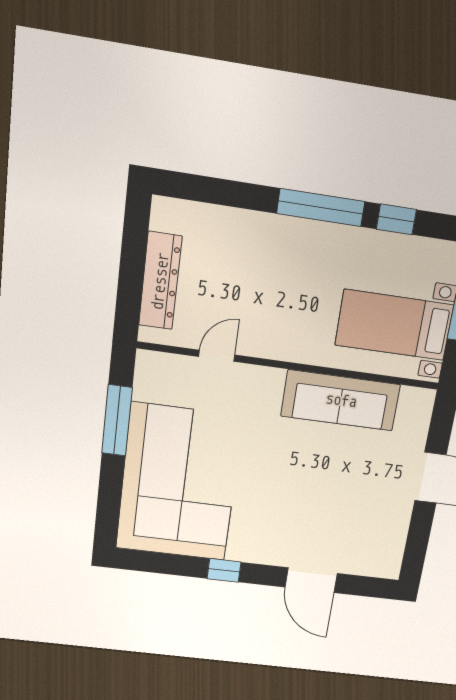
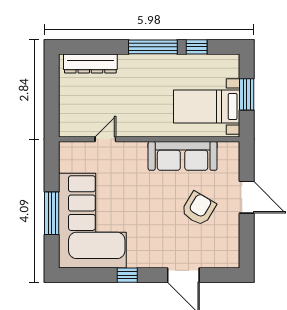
dresser: (160, 281) -> (90, 64), moved, turned 90
window: (117, 420) -> (52, 213), moved
armchair: (352, 486) -> (198, 209), added

